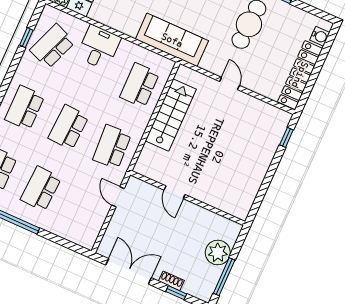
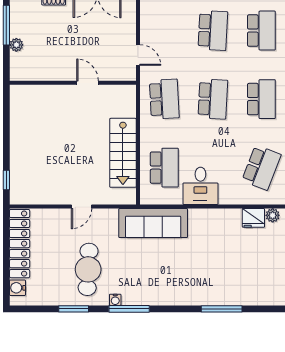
desk: (99, 47) -> (200, 186), moved
door: (230, 83) -> (81, 207), hinge flipped
plant: (218, 253) -> (16, 45), width x0.53, depth x0.53

